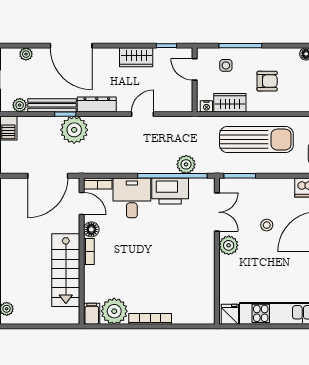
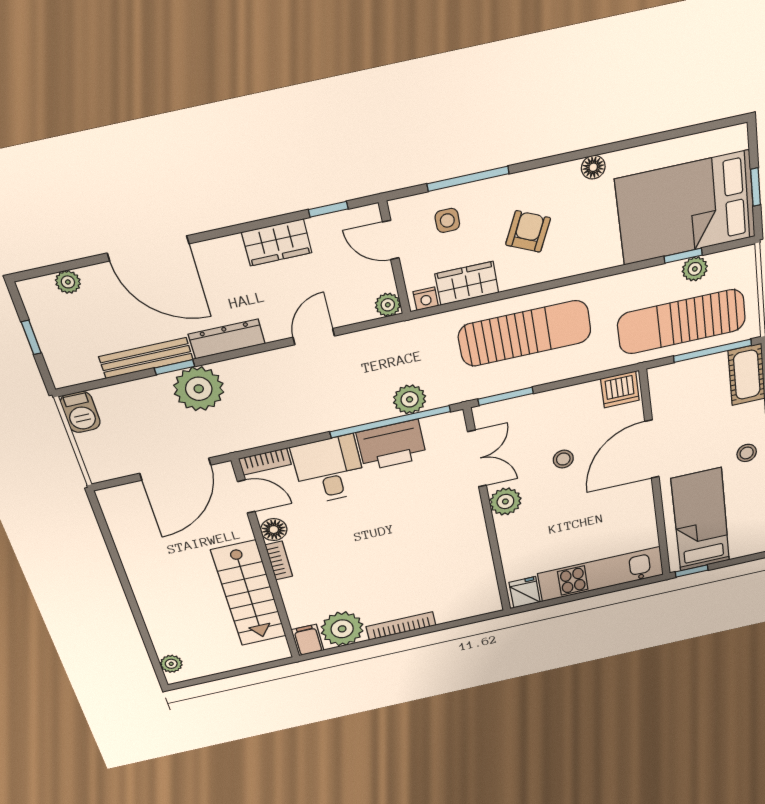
armchair: (267, 81) -> (528, 231), turned -65
plant: (20, 105) -> (388, 305), moved

